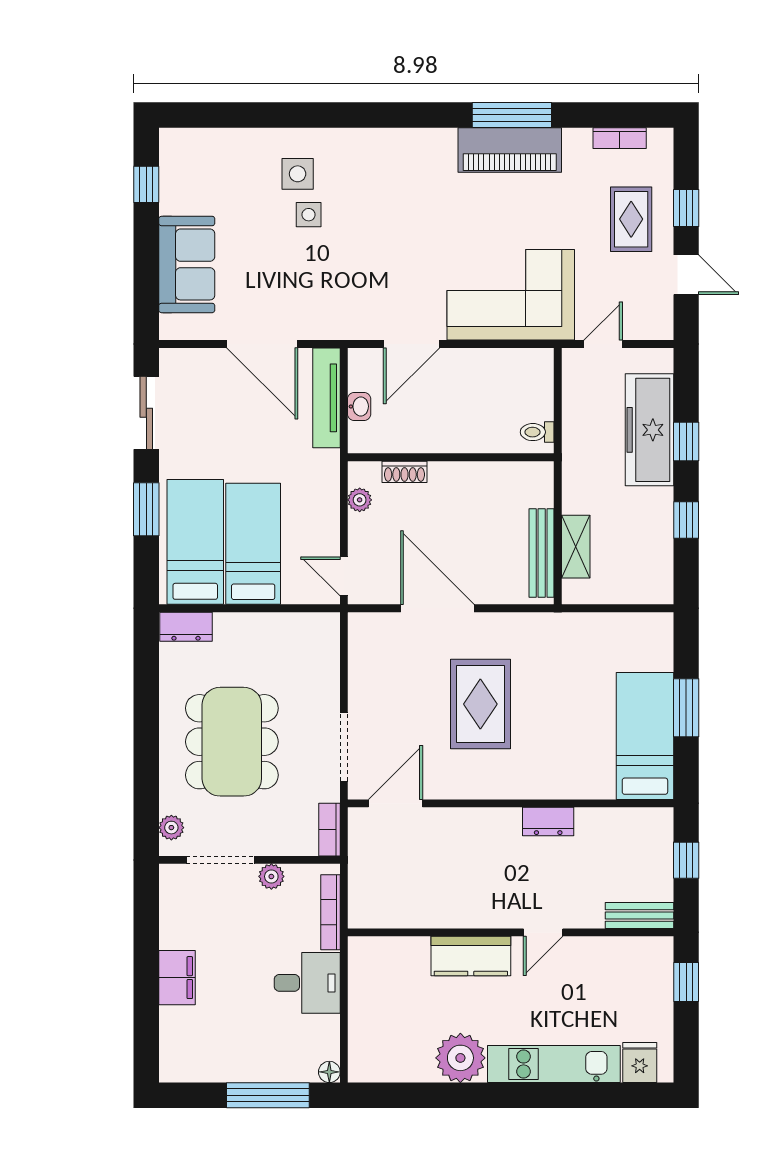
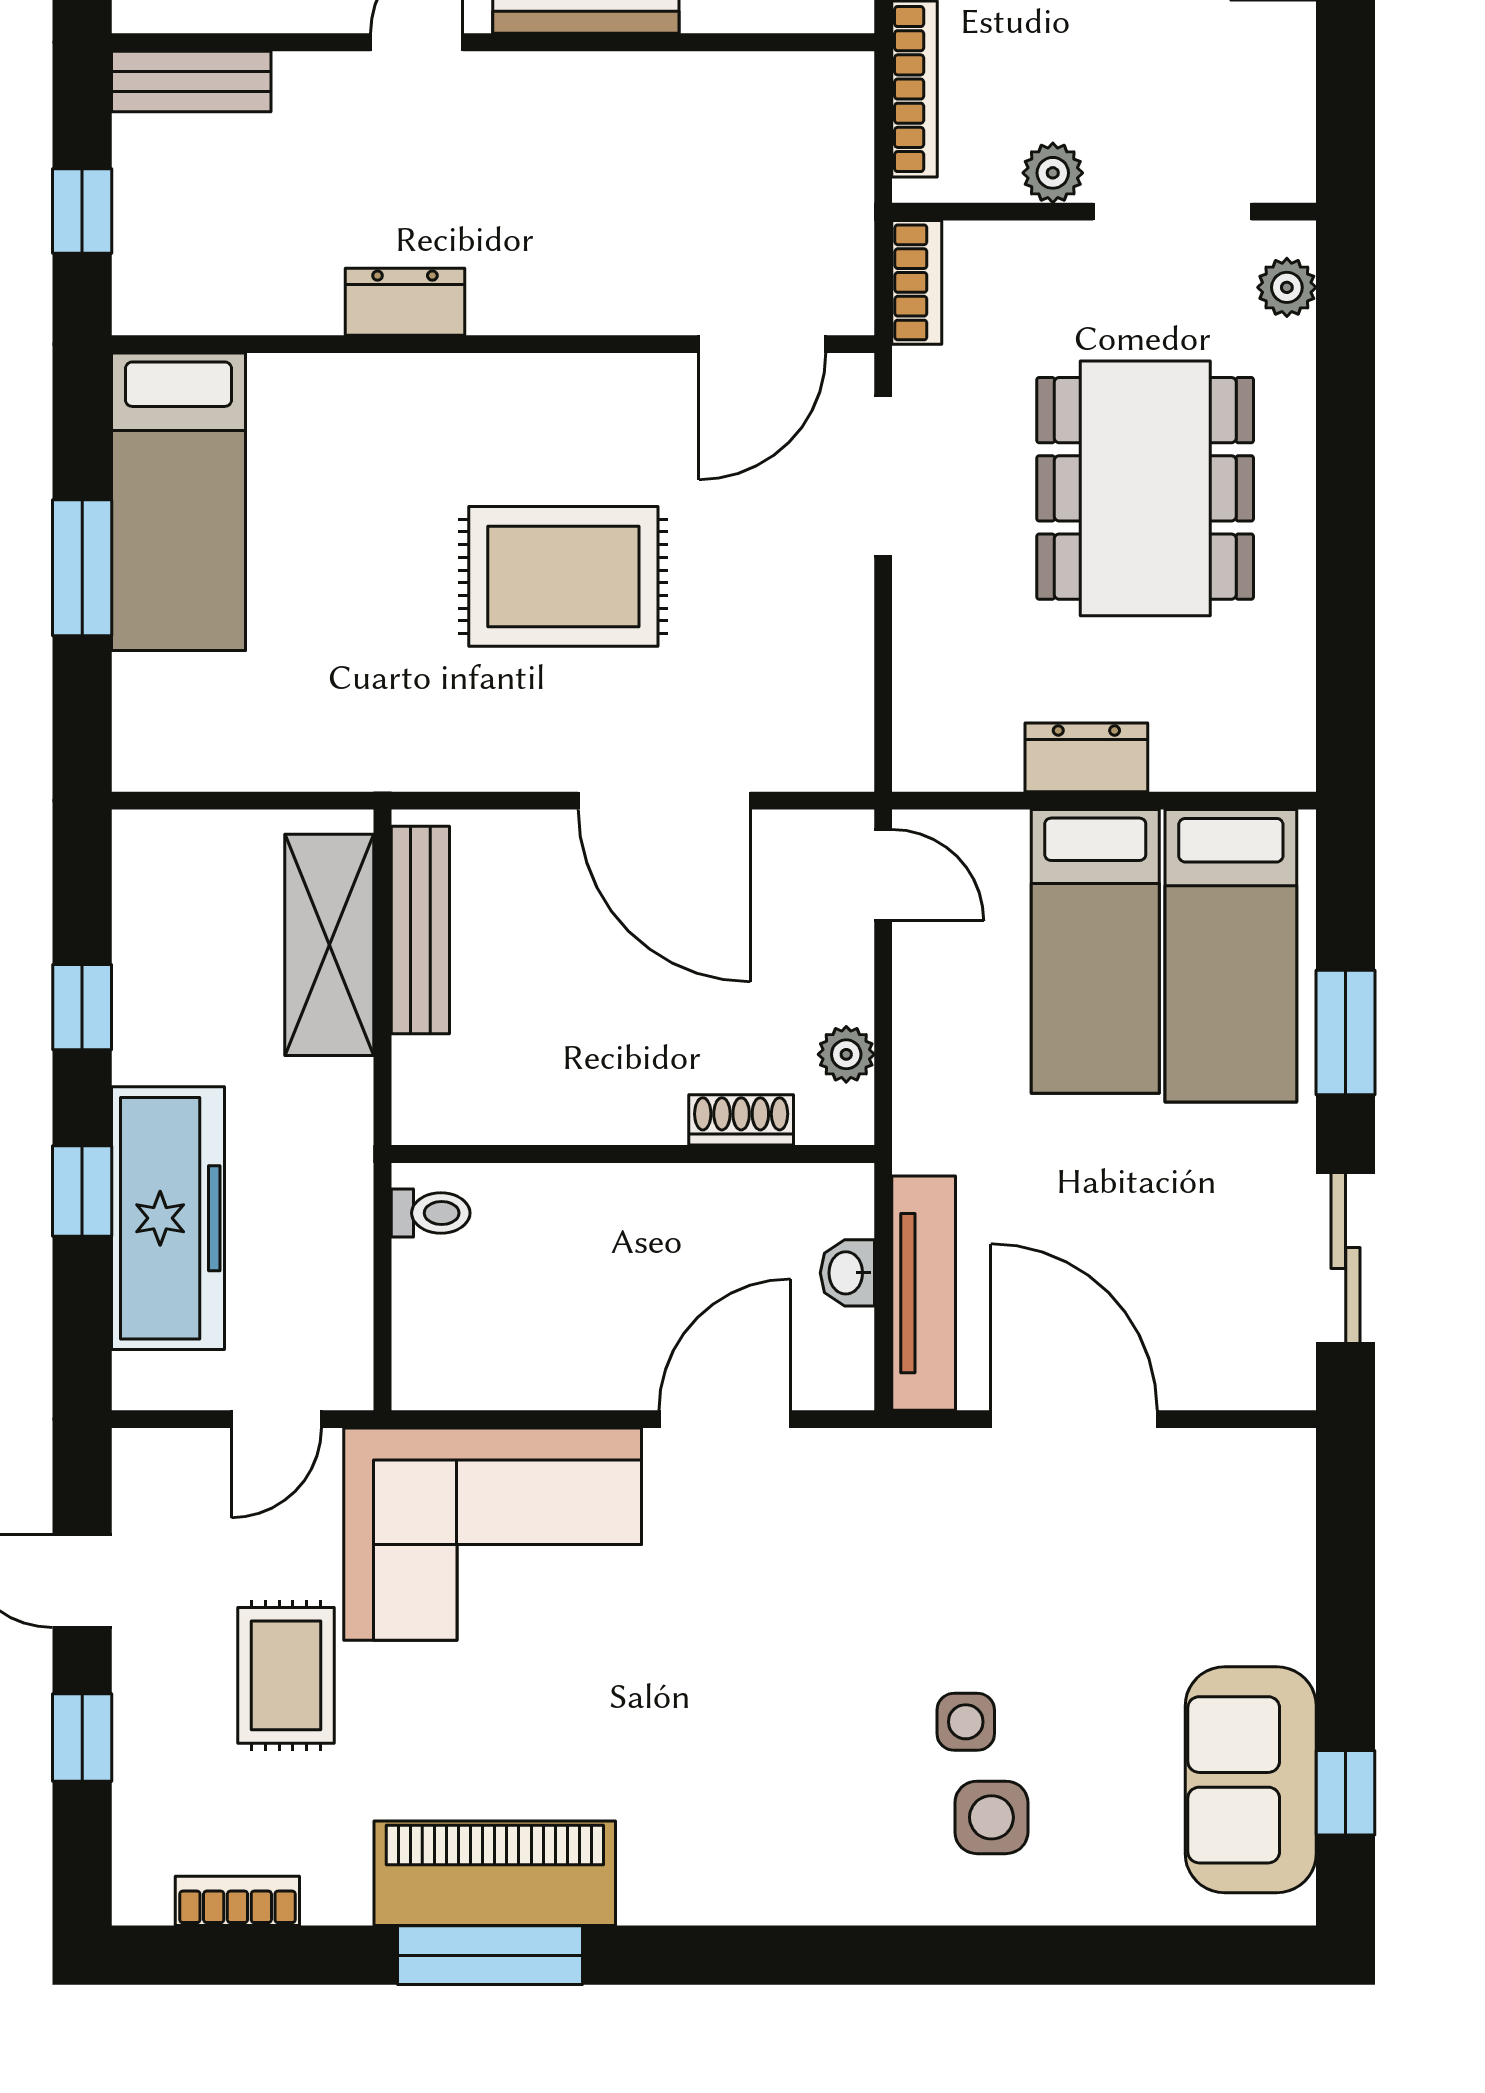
rug: (631, 219) -> (286, 1675), moved
sofa: (187, 264) -> (1251, 1780), moved
shelving: (576, 547) -> (329, 945), width x1.50, depth x1.33
dresser: (186, 627) -> (1086, 757), moved
rug: (480, 704) -> (563, 576), turned 90

